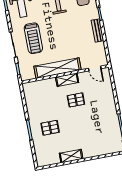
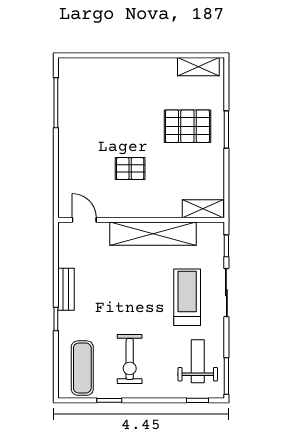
shelving: (67, 80) -> (203, 209), moved
pallet: (50, 128) -> (187, 126), width x1.50, depth x1.42
shelving: (71, 156) -> (198, 67), moved

